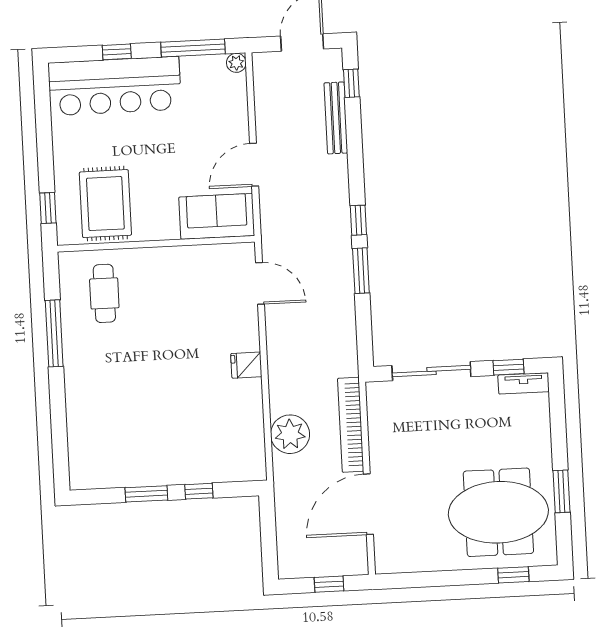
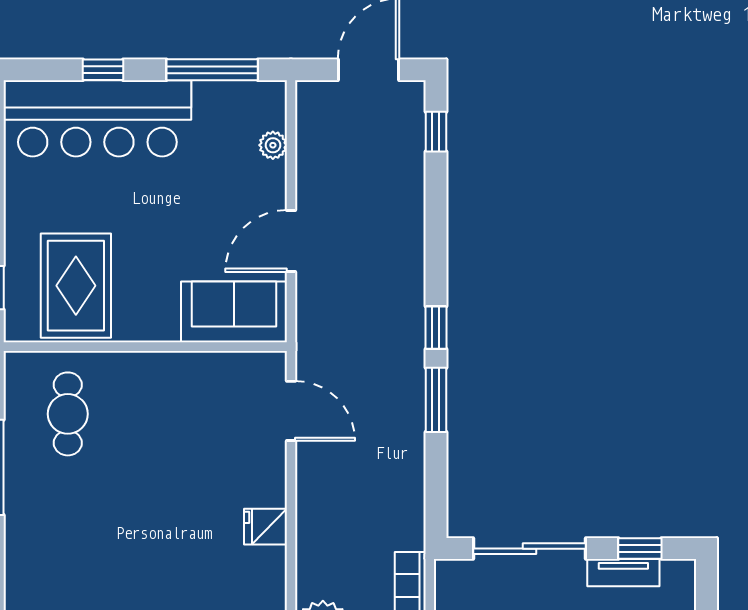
plant: (236, 63) -> (273, 145), moved
bench: (336, 118) -> (411, 180), removed
tv unit: (524, 383) -> (623, 573), moved

